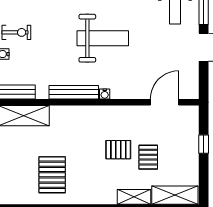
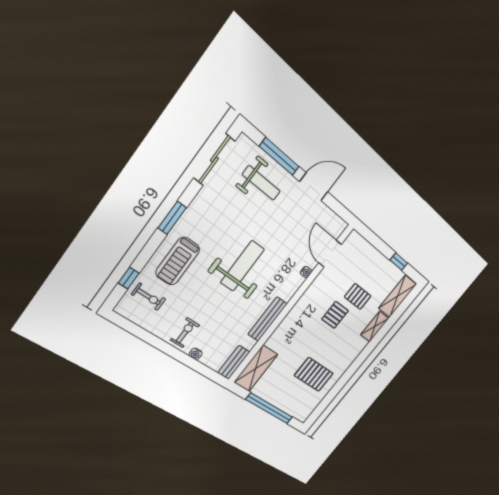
water cooler: (105, 94) -> (306, 272), moved
window: (204, 144) -> (399, 262), moved

